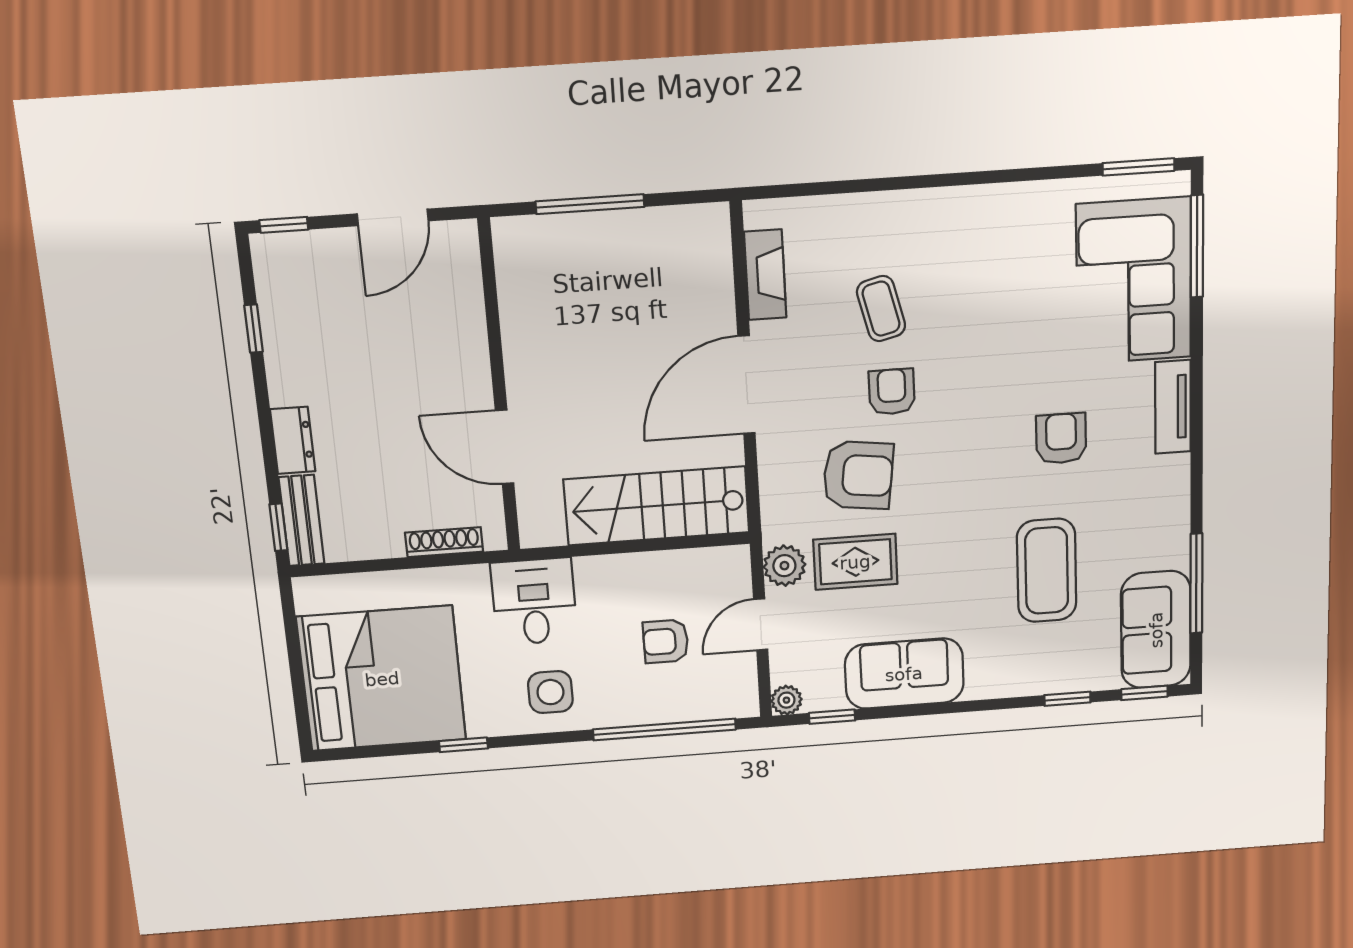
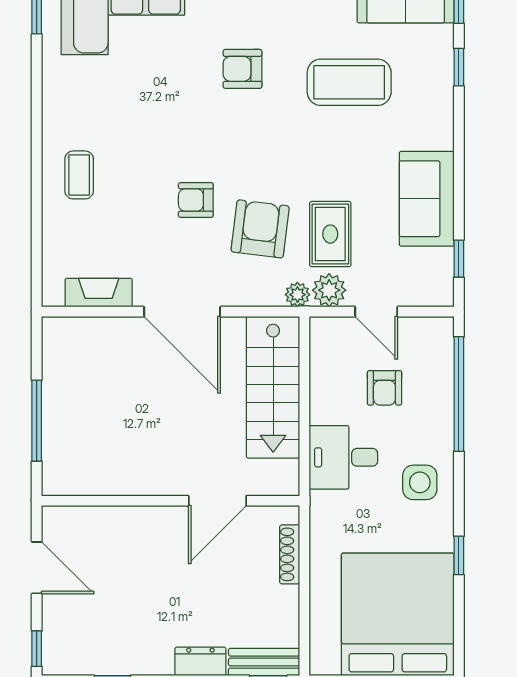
coffee table: (881, 309) -> (79, 175), moved, turned -76
desk: (534, 602) -> (343, 457), moved
plant: (786, 700) -> (297, 295), moved

